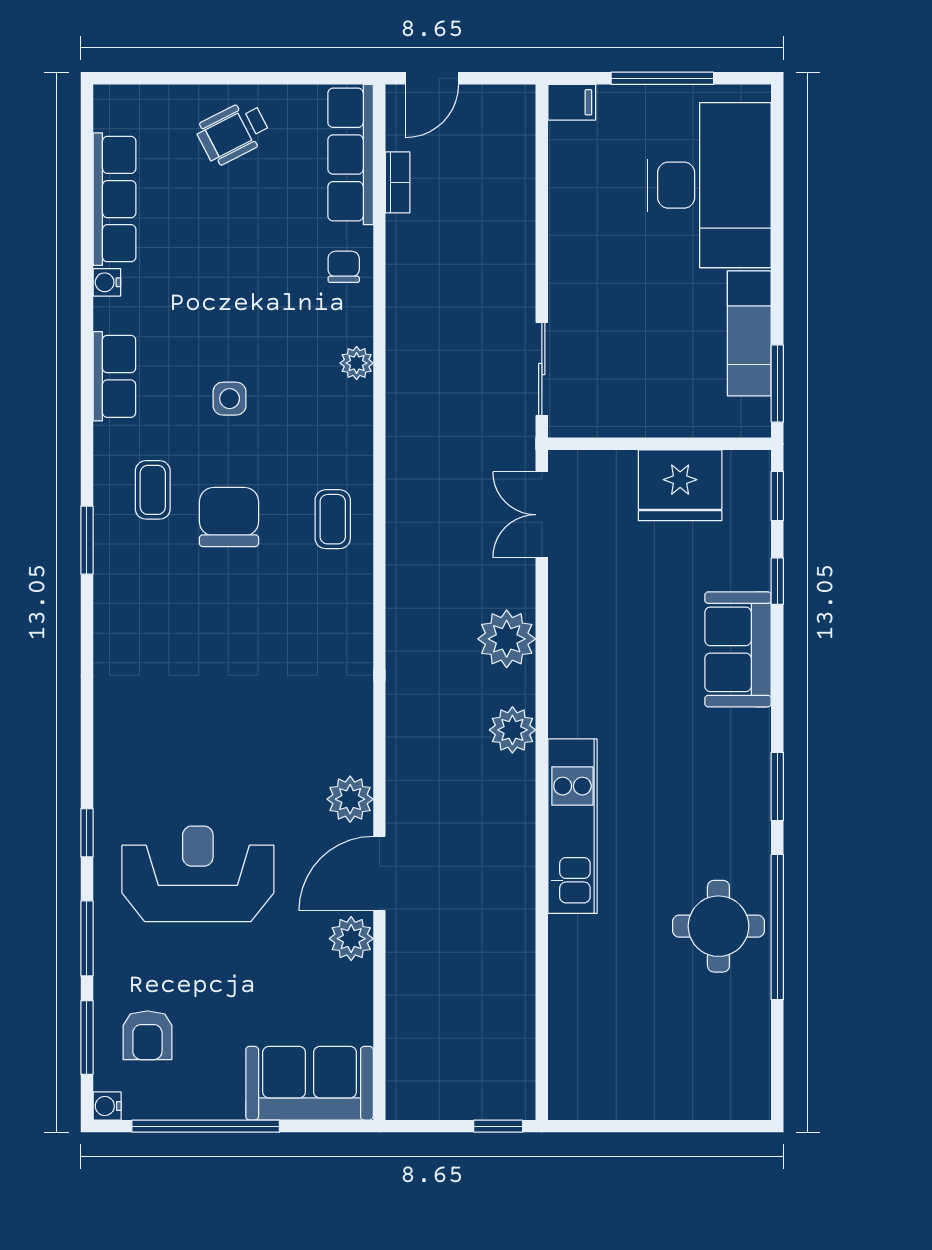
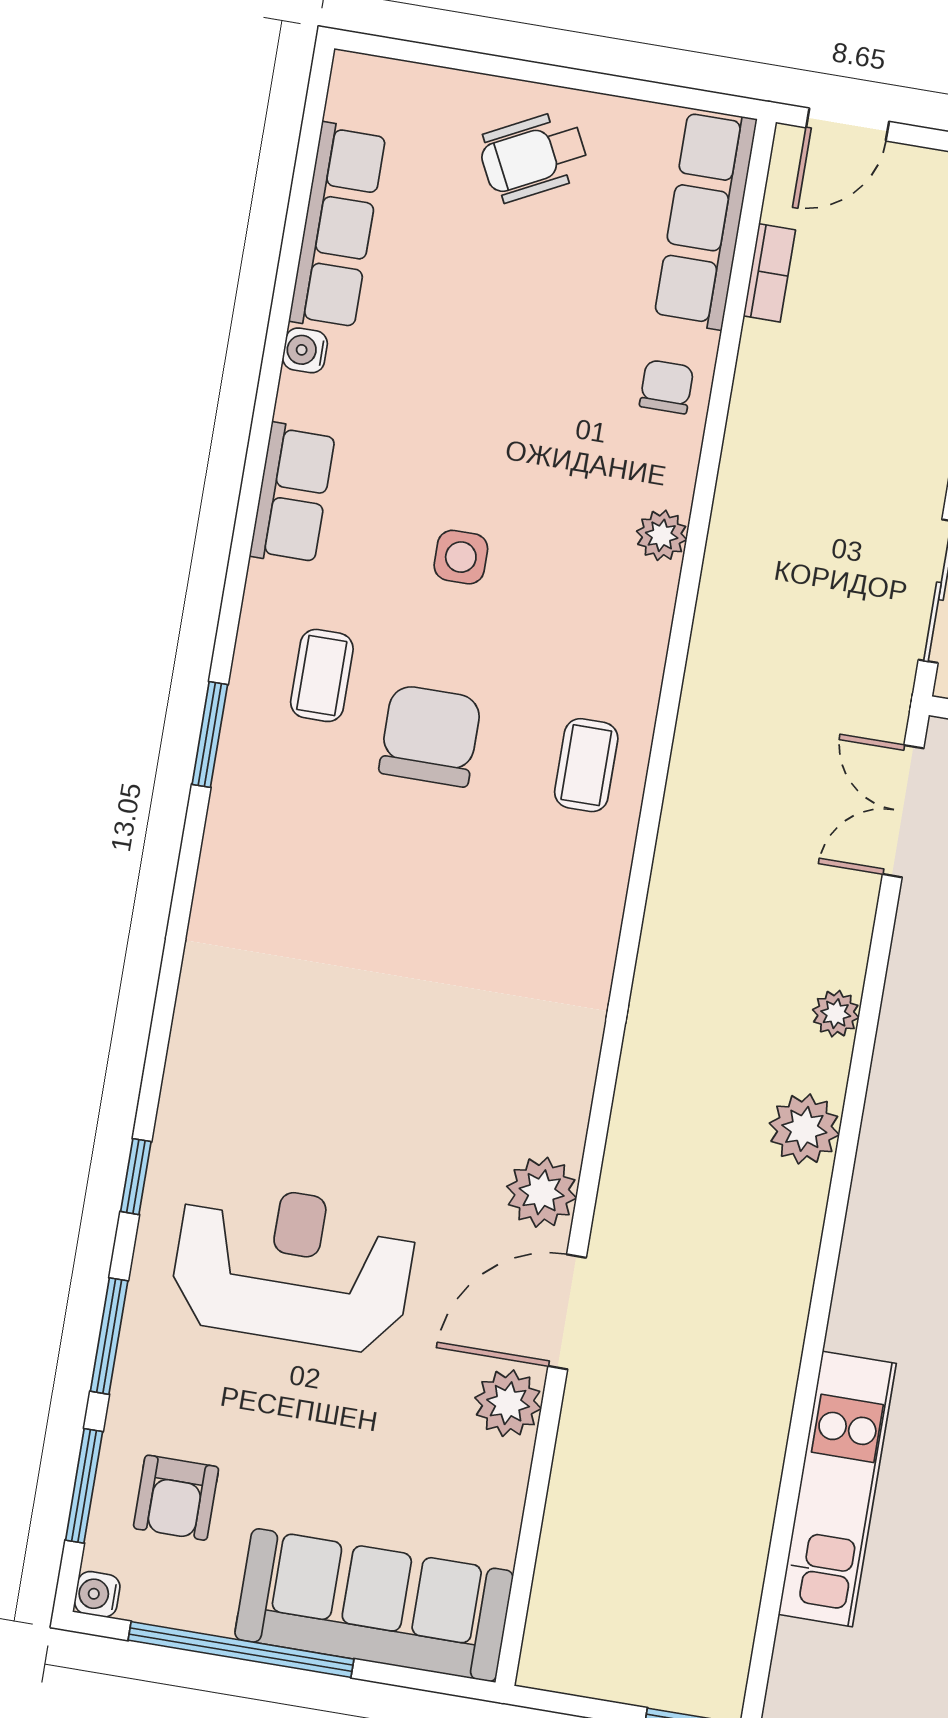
plant: (507, 639) -> (836, 1014), width x0.53, depth x0.53
kitchen unit: (572, 826) -> (837, 1489), moved
sofa: (310, 1083) -> (374, 1605), width x1.36

